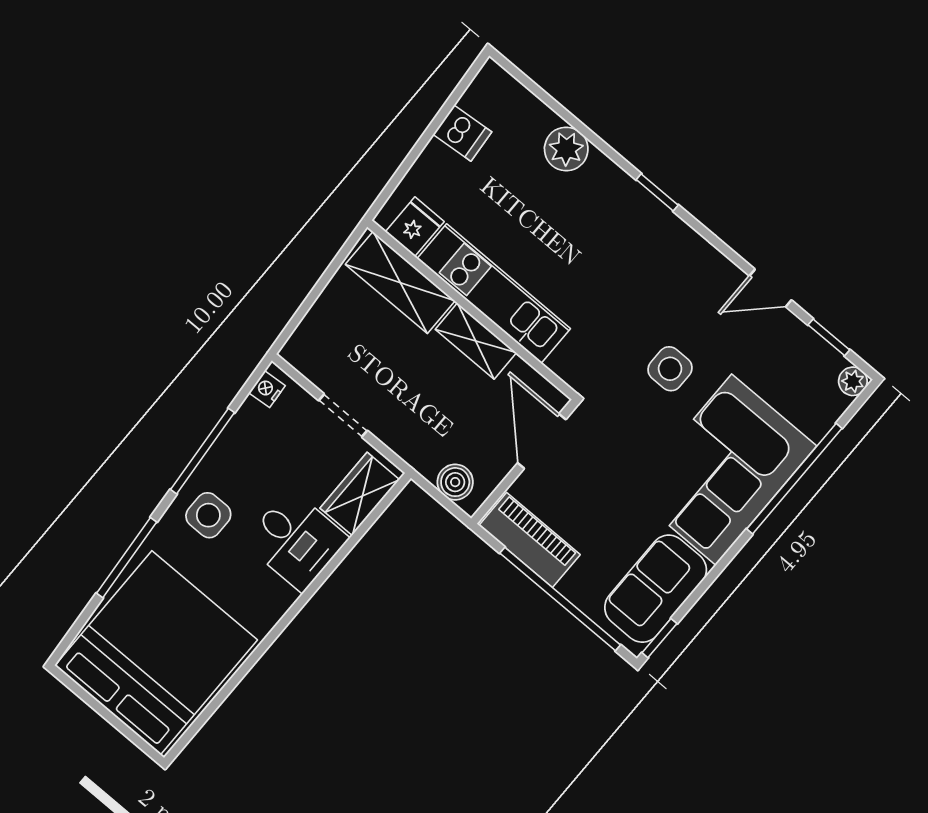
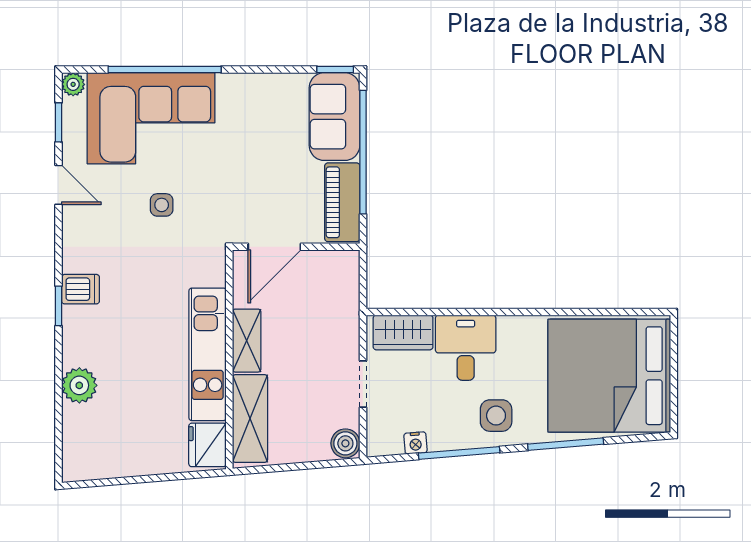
dishwasher: (462, 133) -> (80, 289), moved, turned 95
fridge: (415, 227) -> (207, 445), width x1.38
side table: (670, 369) -> (162, 205), width x0.73, depth x0.73
nightstand: (267, 389) -> (415, 443), moved
corner sofa: (724, 470) -> (151, 118), moved
boiler: (455, 482) -> (345, 443), moved
sofa: (656, 589) -> (335, 117), moved, turned 90

